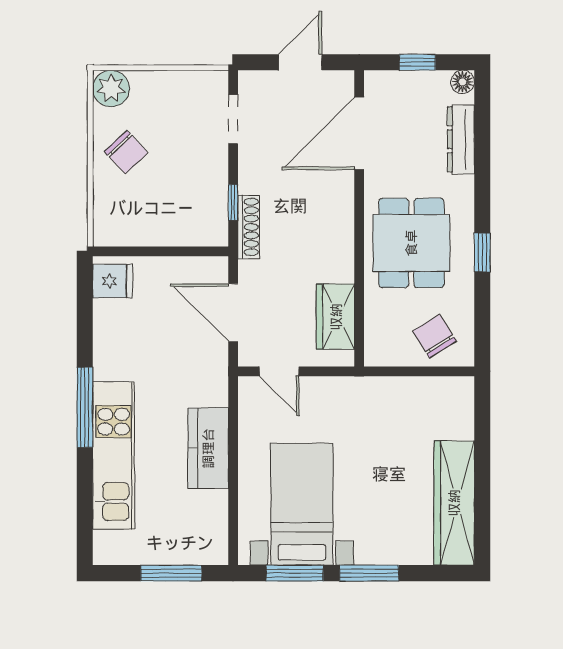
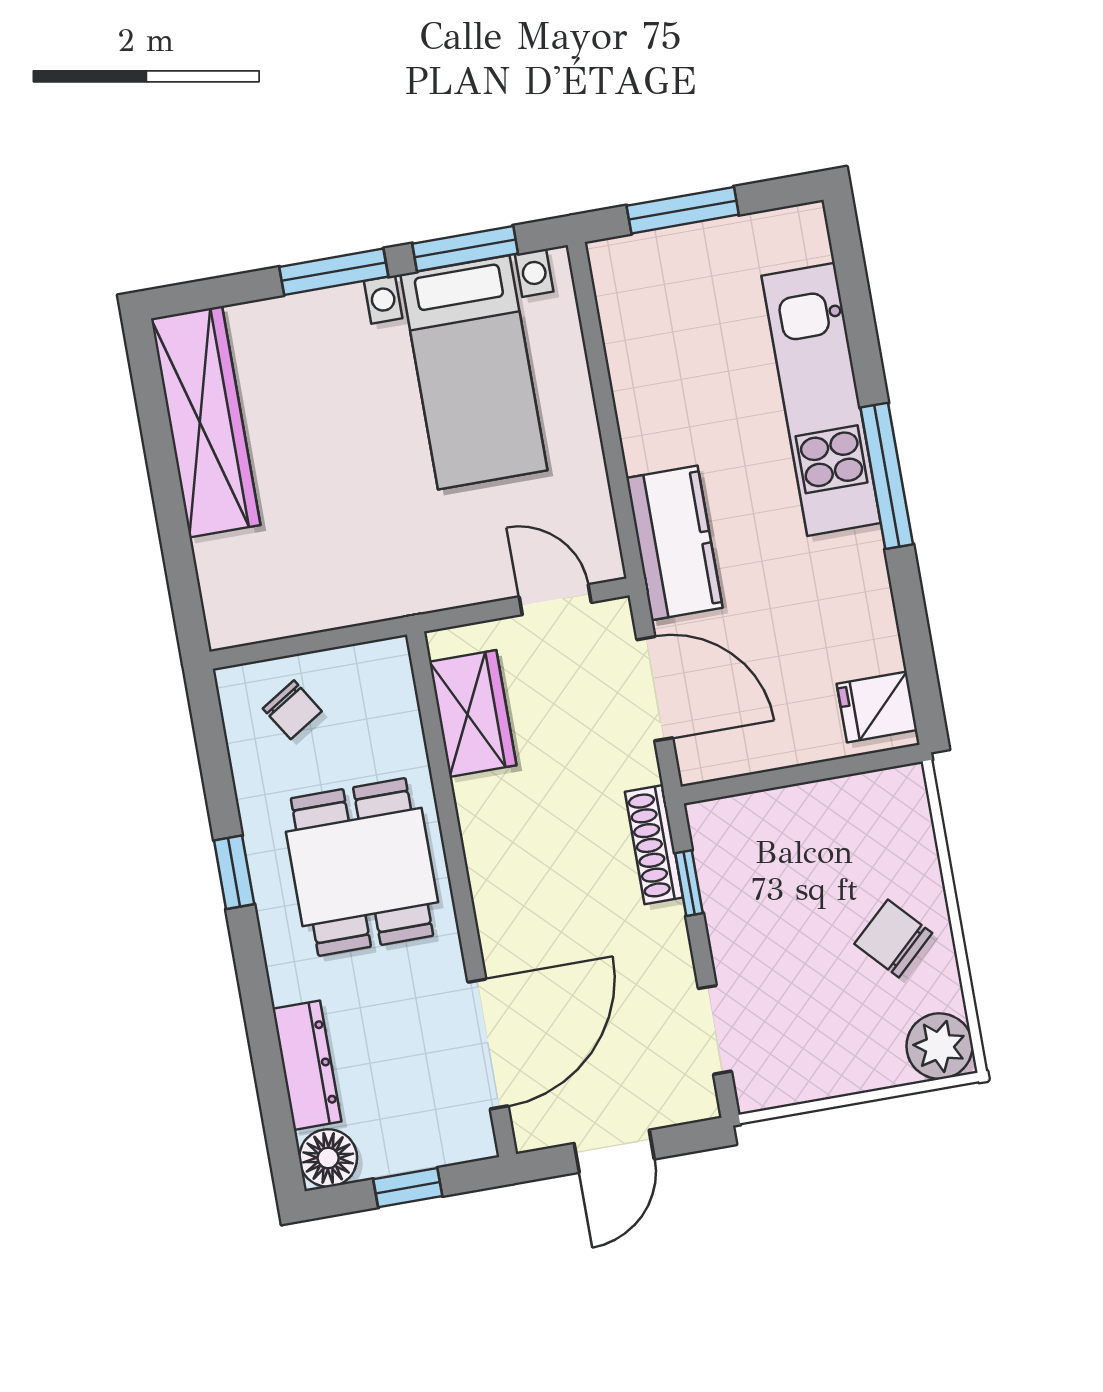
floor lamp: (463, 82) -> (328, 1158), width x1.37, depth x1.37
chair: (434, 336) -> (292, 710), width x0.73, depth x0.73
kitchen counter: (208, 448) -> (674, 543), moved

